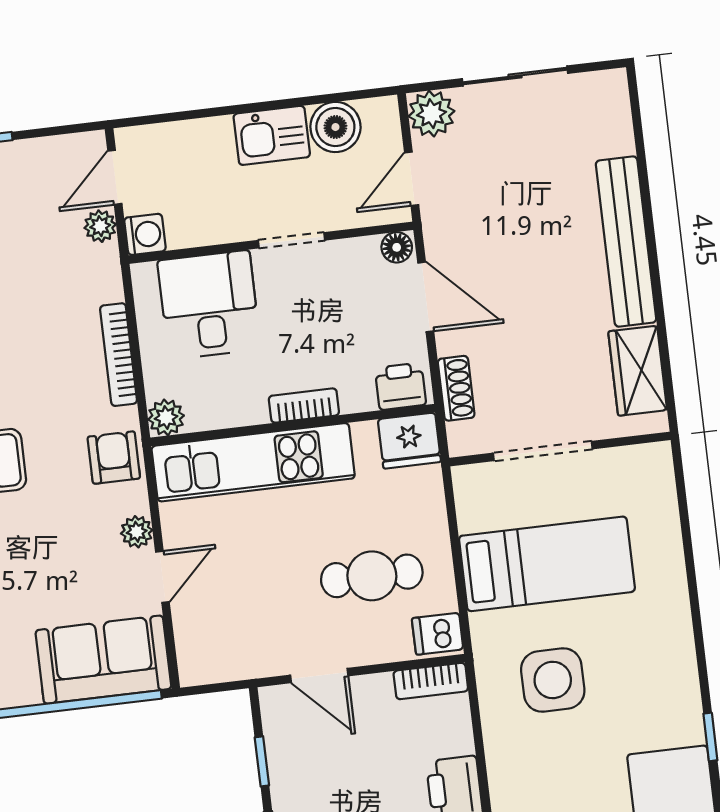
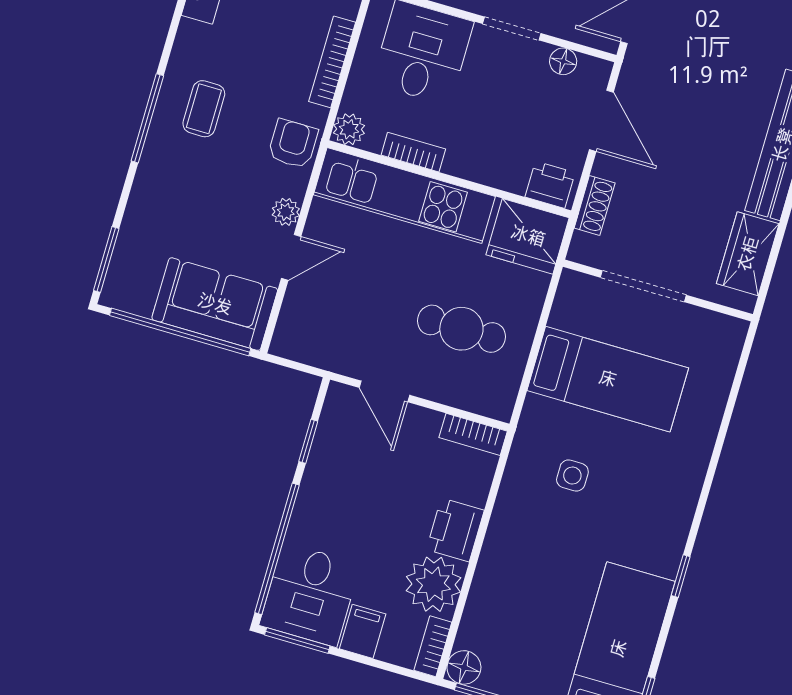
floor lamp: (397, 247) -> (563, 61), moved
bookcase: (304, 406) -> (413, 152), moved
fridge: (409, 441) -> (528, 236), width x1.36, depth x1.34
dishwasher: (438, 634) -> (495, 398), removed
side table: (553, 680) -> (572, 476), width x0.54, depth x0.54

